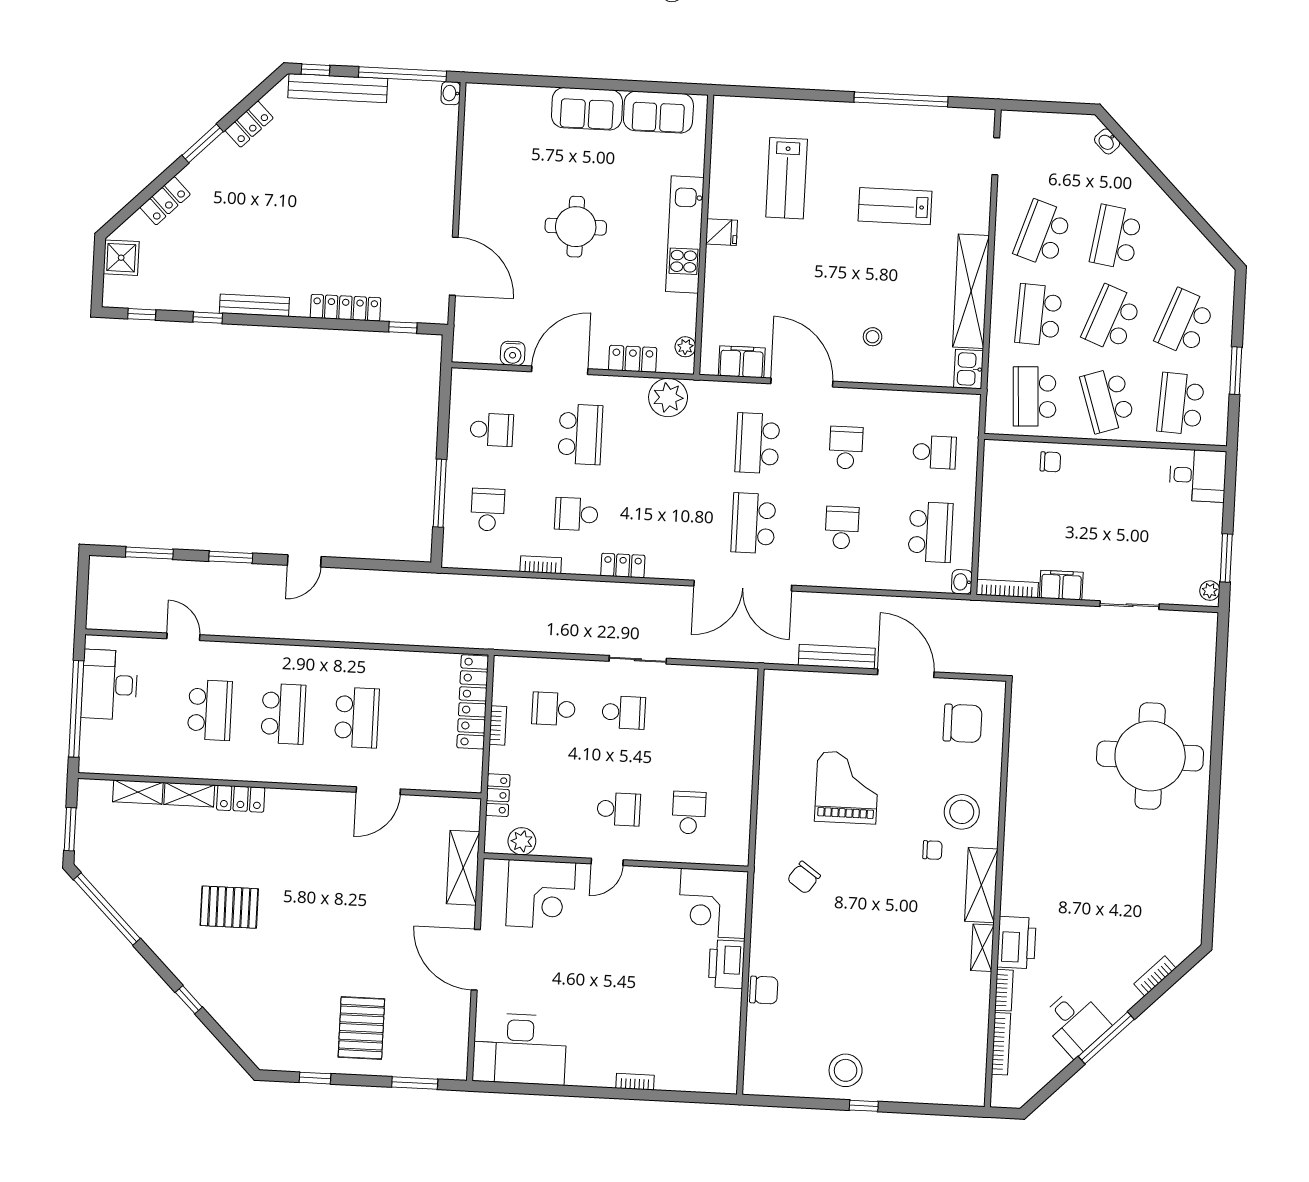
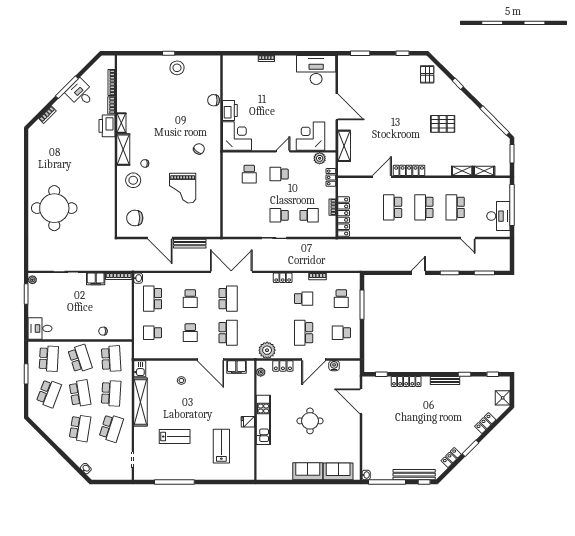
sofa: (658, 112) -> (338, 471), moved
school desk: (1112, 319) -> (80, 393), turned -30
locker: (241, 799) -> (409, 170), moved, width x1.53
pallet: (361, 1028) -> (427, 74), moved, width x0.67, depth x0.71

